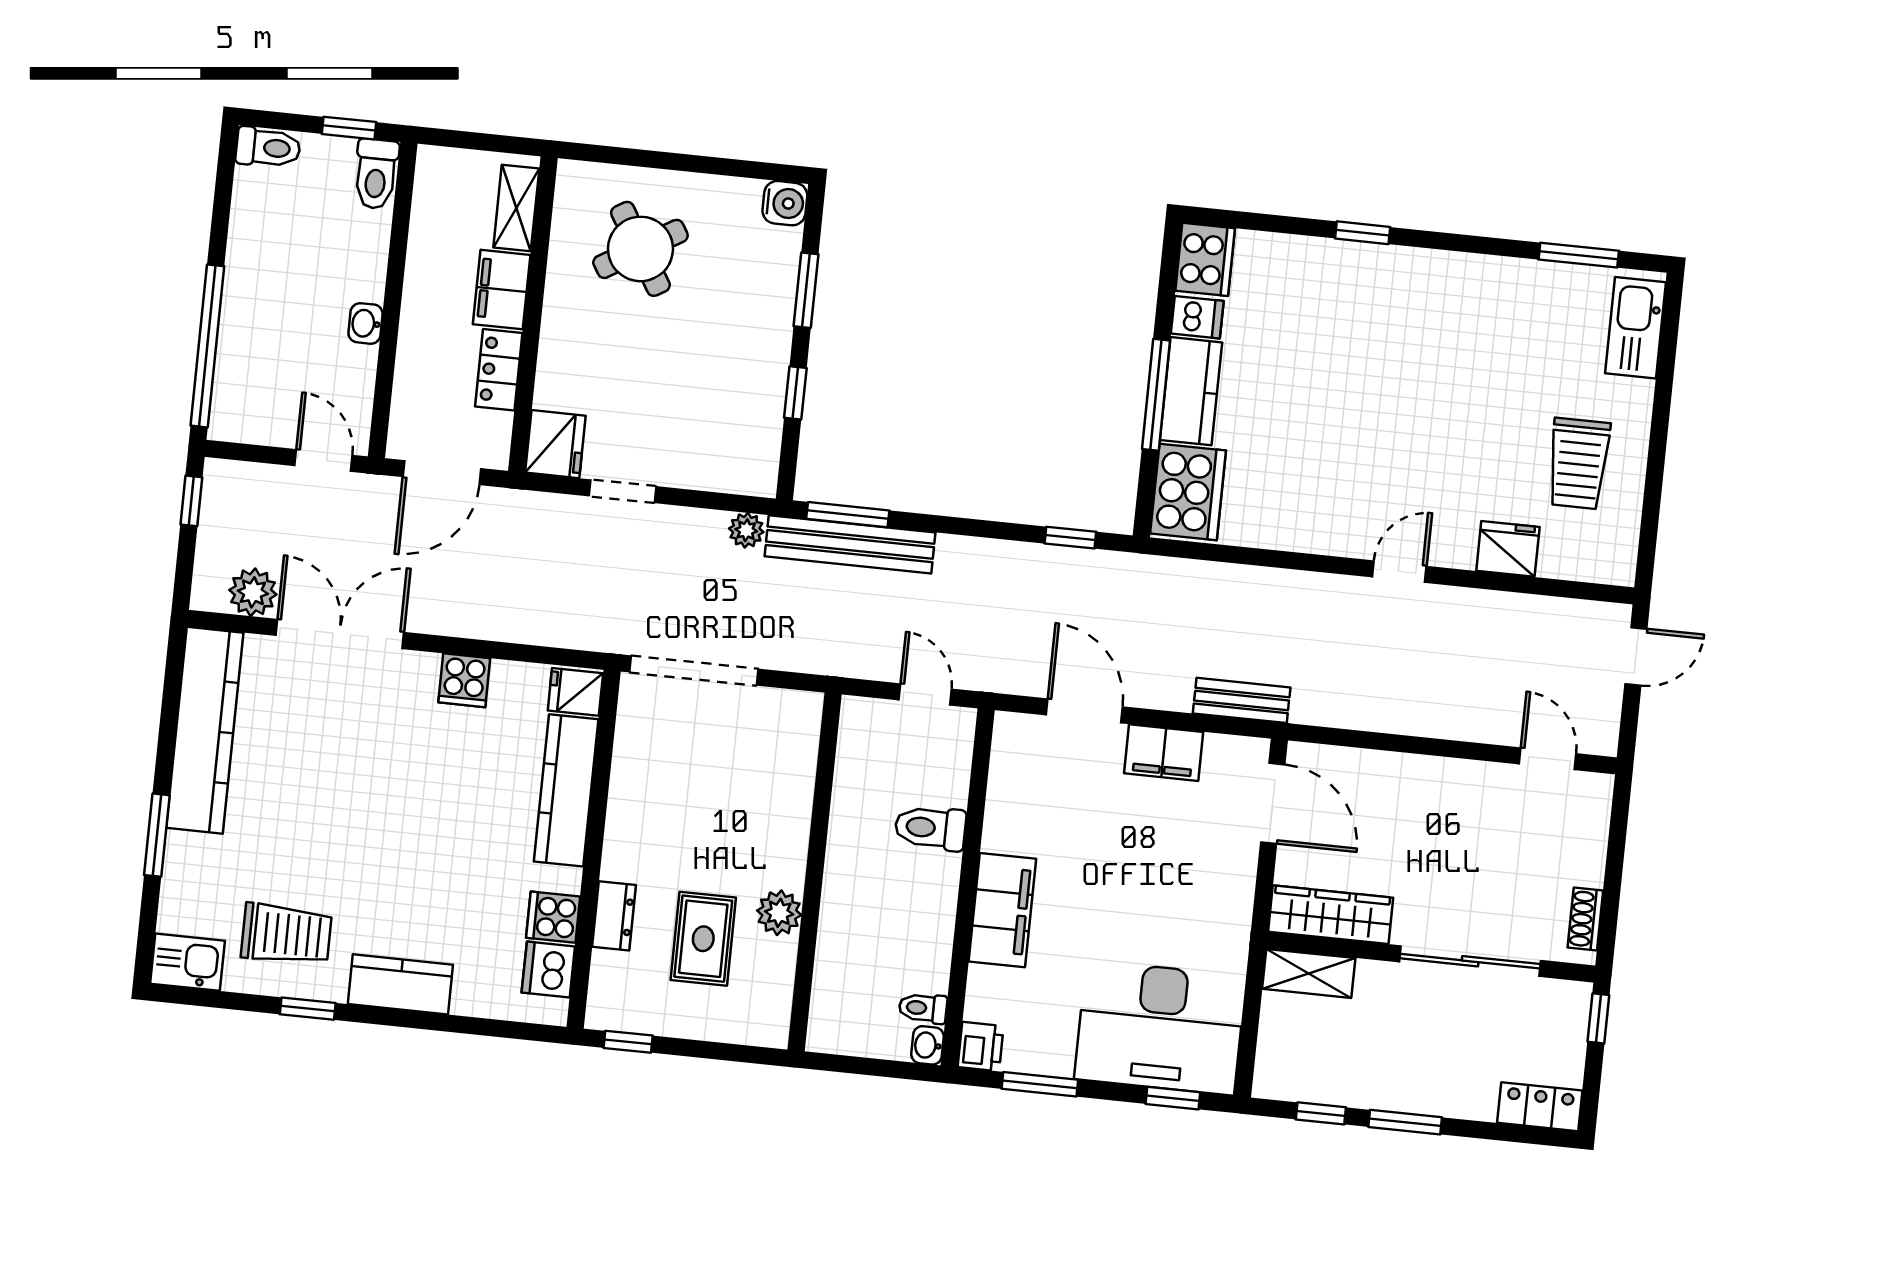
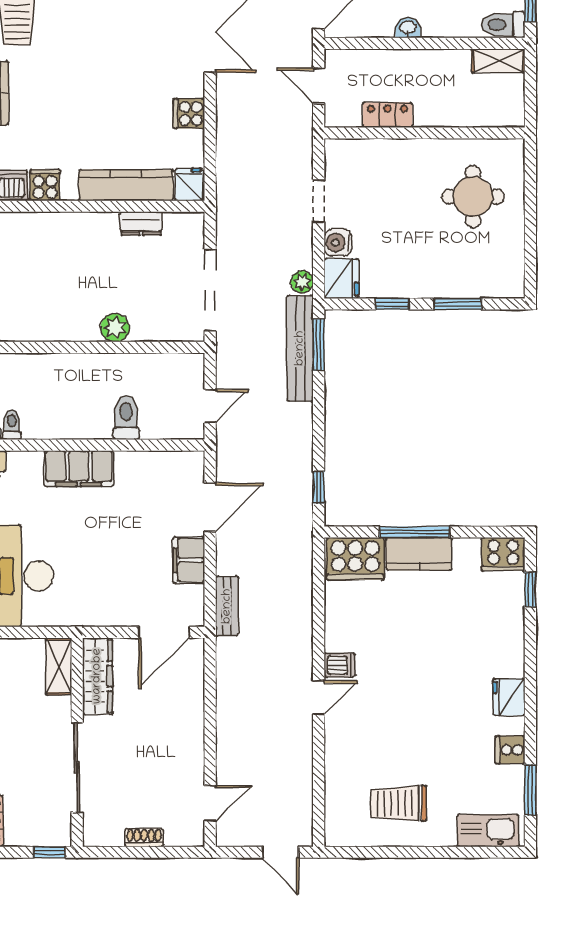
water cooler: (785, 203) -> (338, 243), moved, turned 90
shelving: (516, 208) -> (498, 61), moved
window: (1363, 233) -> (530, 589), moved
round table: (640, 249) -> (473, 197), turned 31
cooker: (1513, 280) -> (510, 750), added
filing cabinet: (502, 290) -> (438, 112), removed
dishwasher: (1197, 317) -> (340, 665), moved, turned -90
fridge: (555, 444) -> (341, 278), moved, turned -90
door: (442, 473) -> (319, 86), width x0.73
fridge: (1508, 549) -> (509, 697), moved, turned 180
door: (1399, 572) -> (319, 697), hinge flipped
doorway: (694, 671) -> (210, 290), moved
plant: (779, 913) -> (115, 328), moved
dresser: (614, 916) -> (141, 223), moved
shoe rack: (1585, 919) -> (144, 837), moved
rug: (703, 939) -> (41, 281), removed

